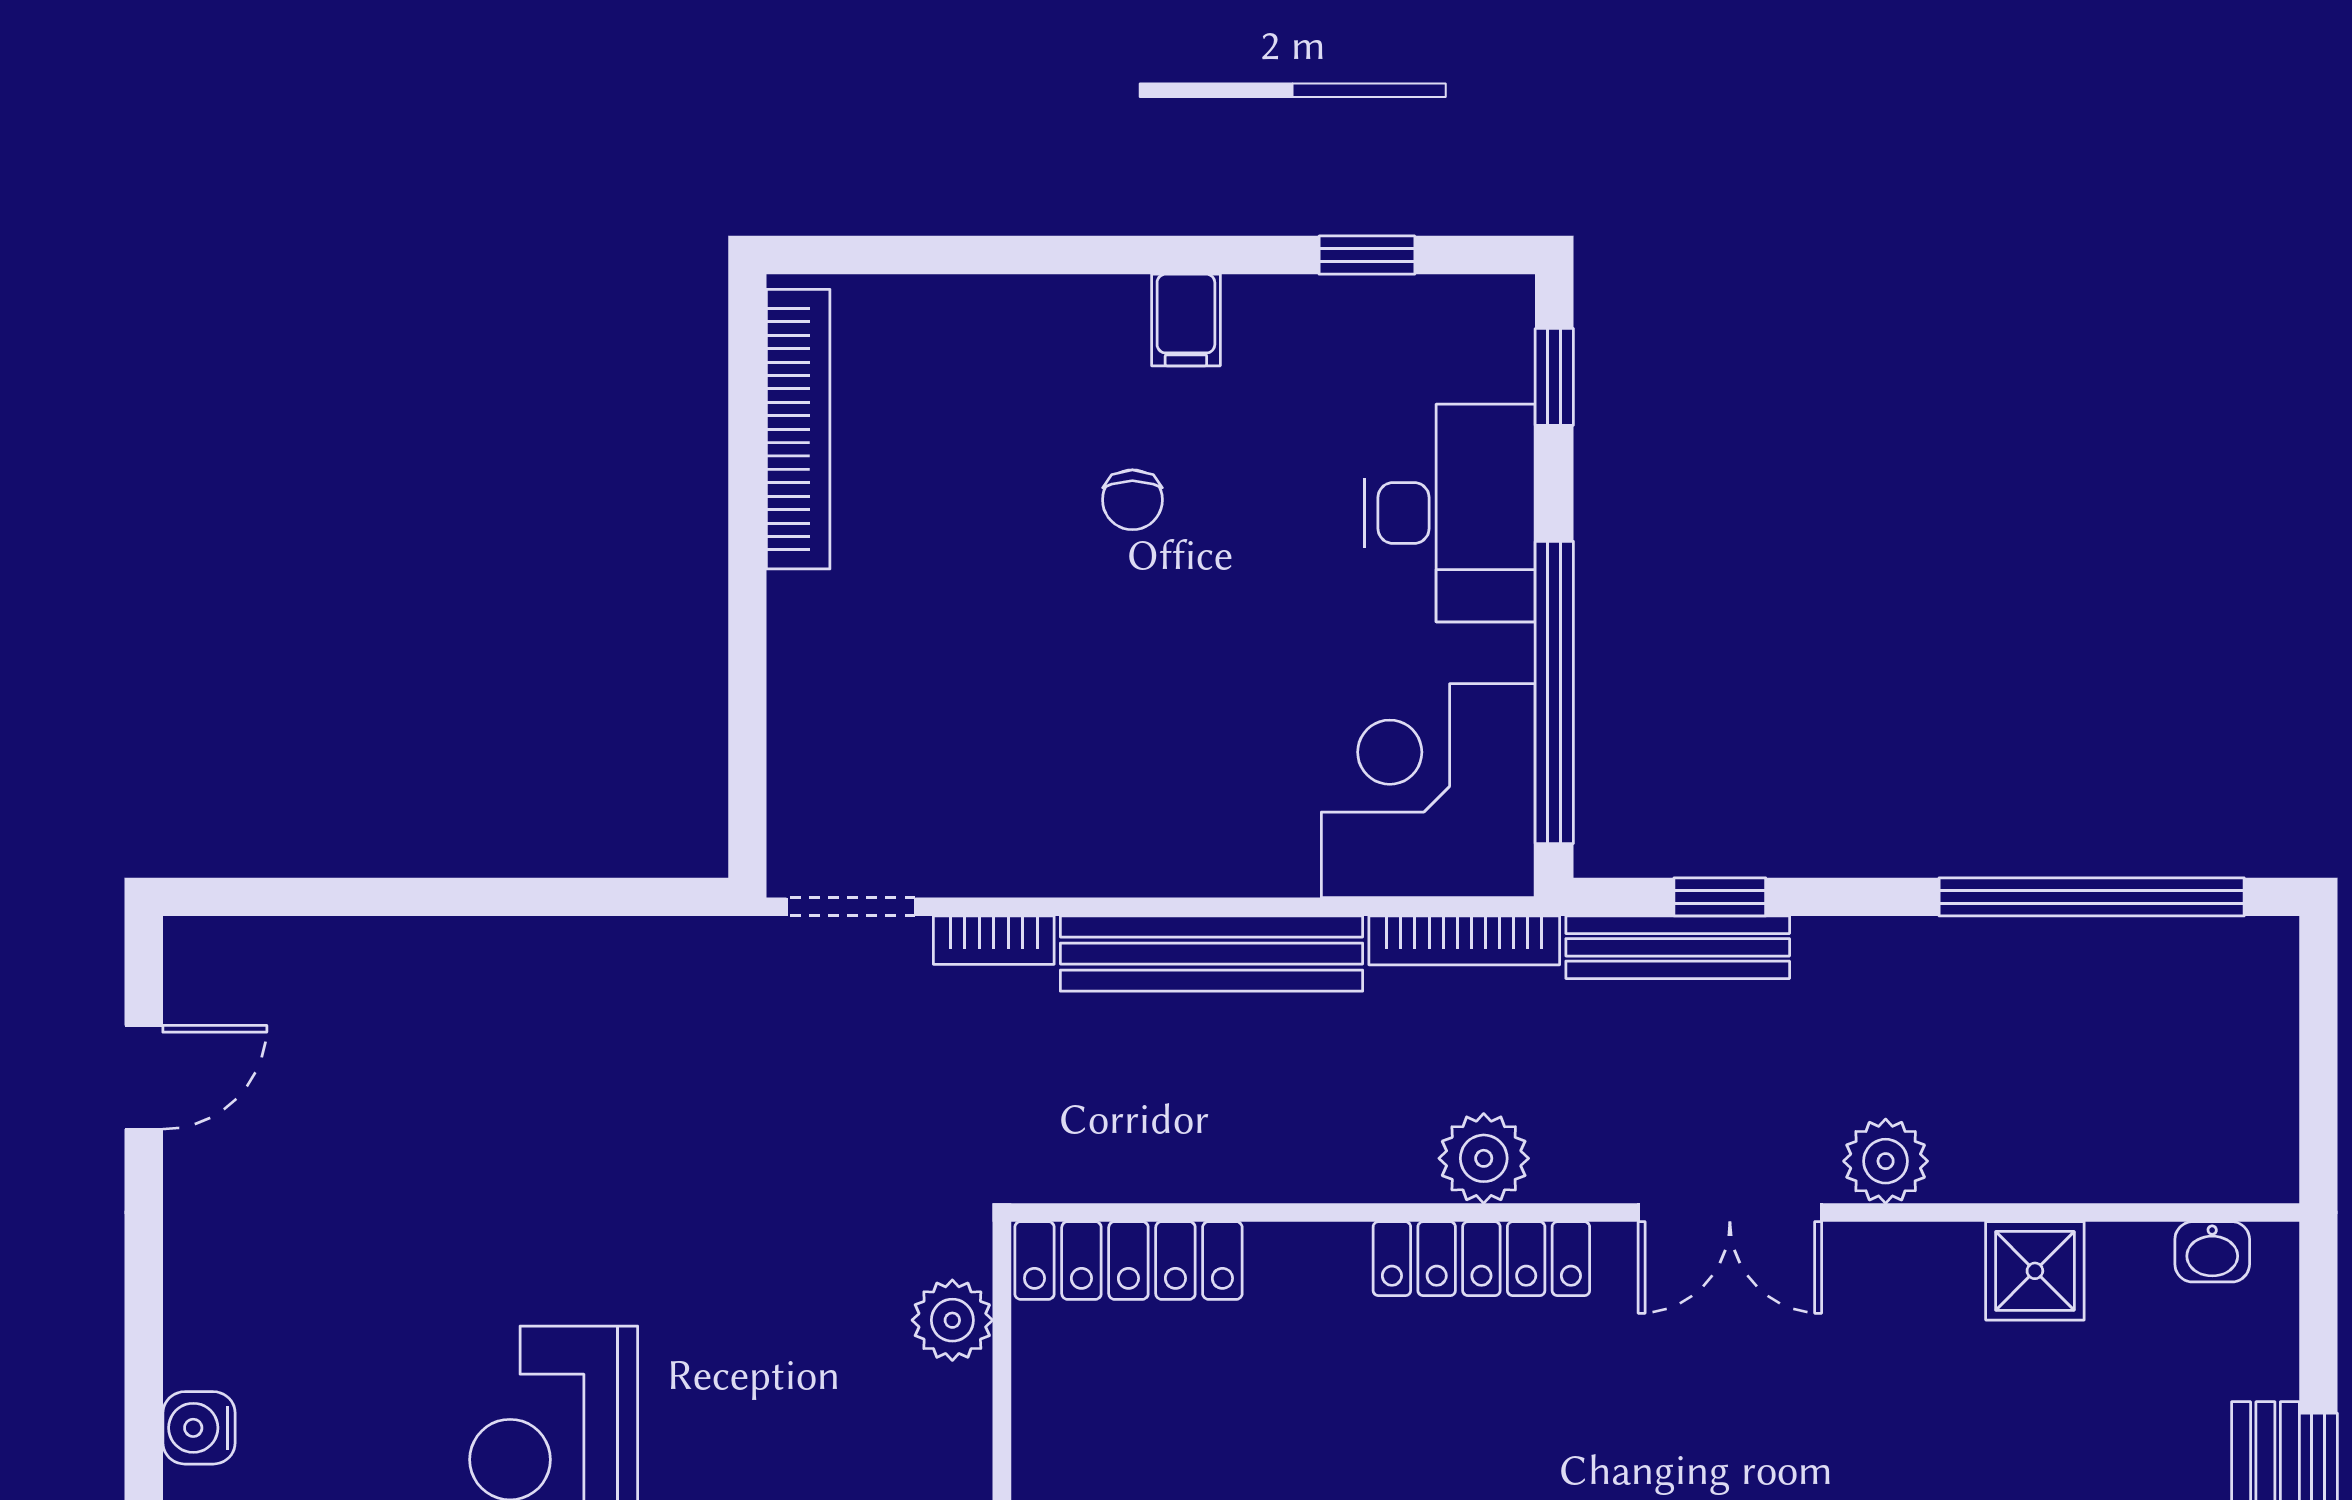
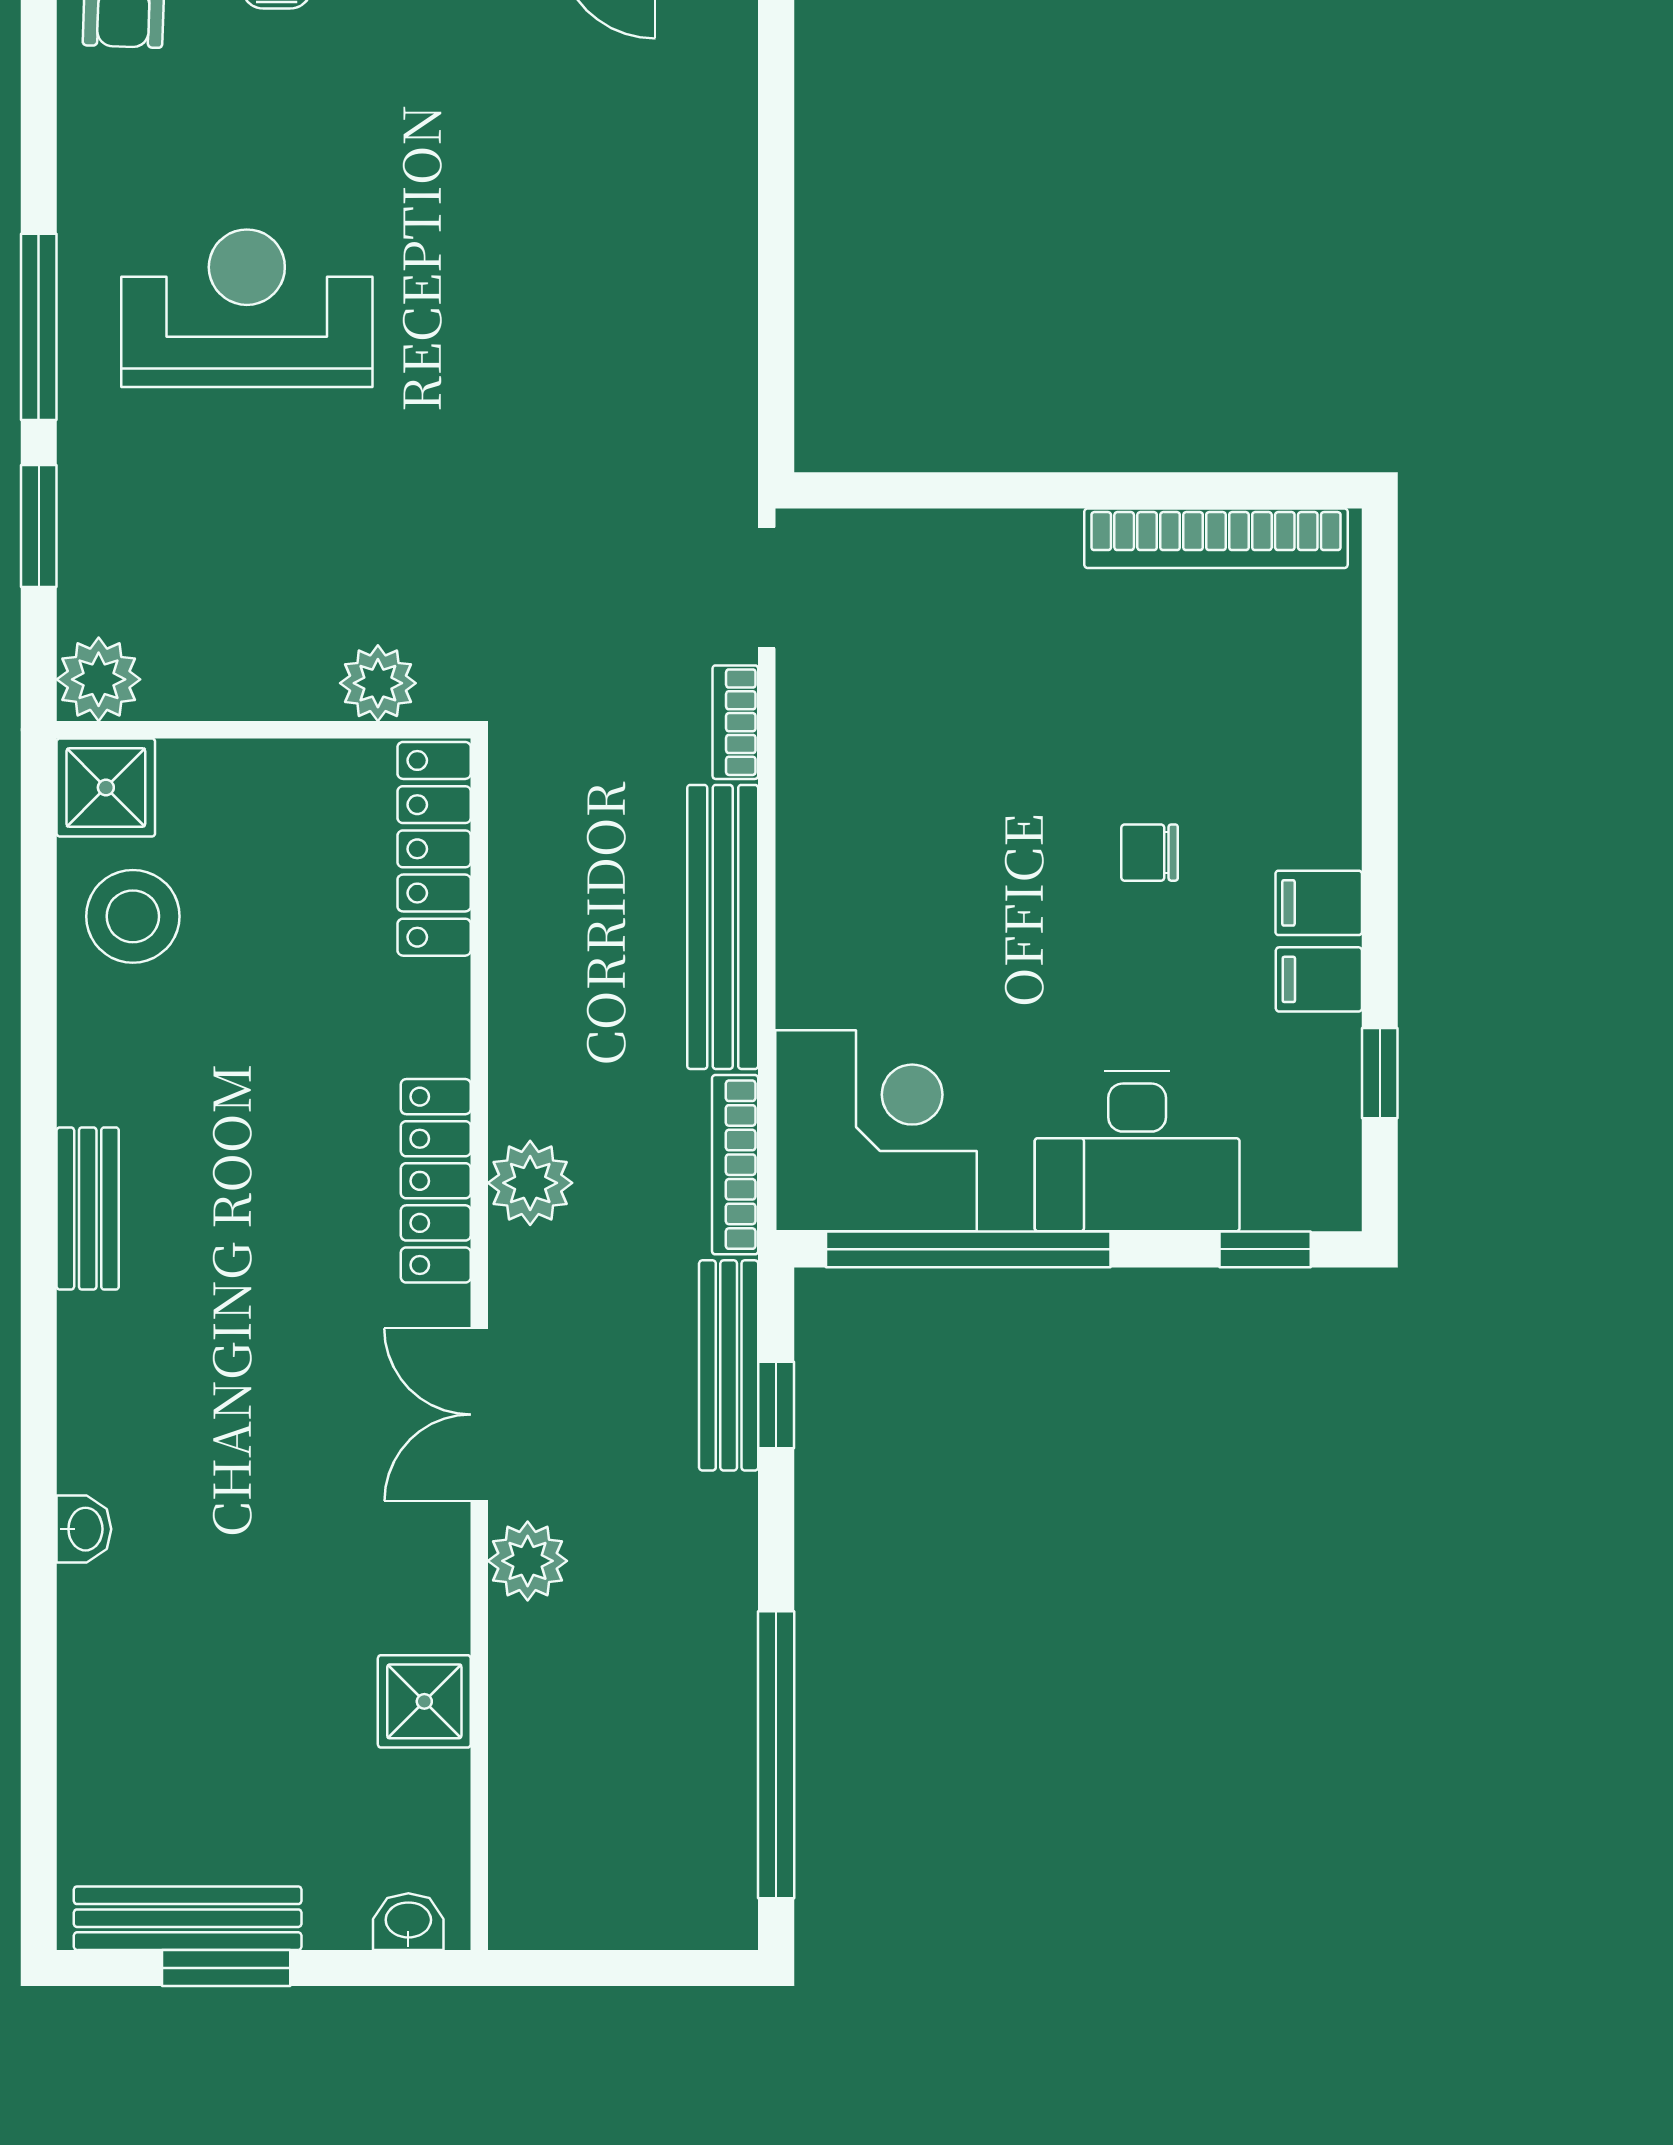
filing cabinet: (1267, 320) -> (1319, 979), added
washbasin: (2212, 1252) -> (408, 1922), moved, turned 90

